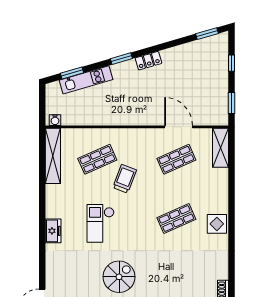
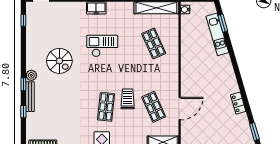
window: (121, 59) -> (234, 63), removed
locker: (148, 61) -> (238, 103), moved
trolley: (125, 179) -> (128, 99), moved, turned -111
shop shelf: (176, 219) -> (106, 107), turned 30

